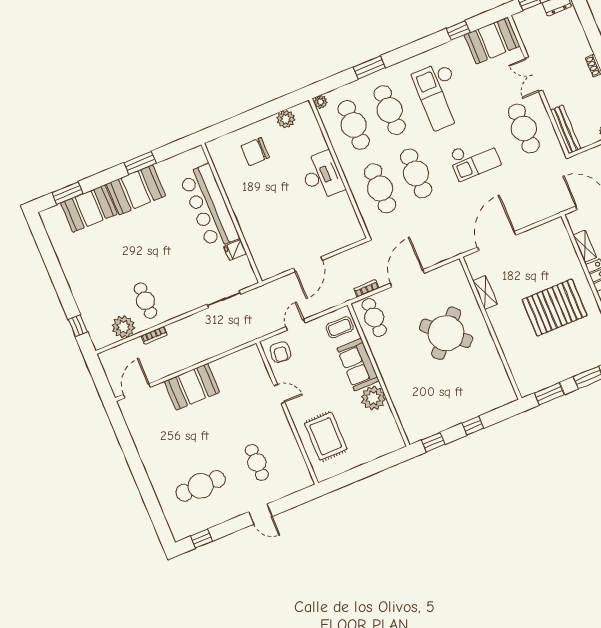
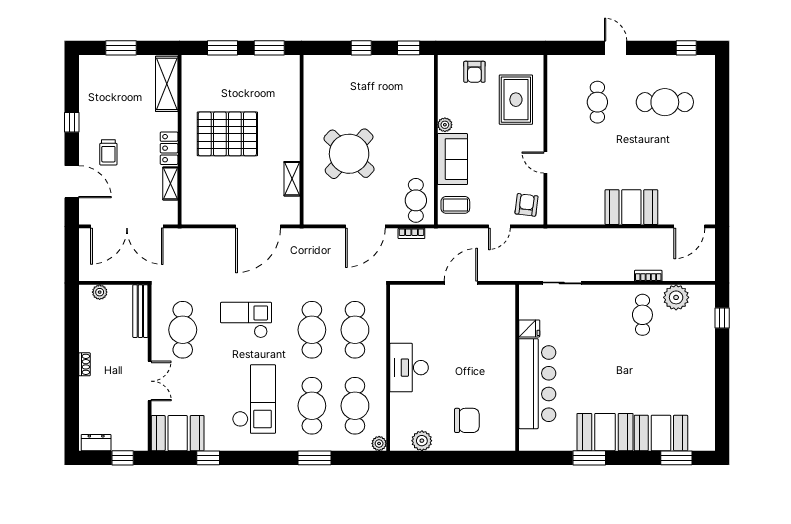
plant: (373, 398) -> (445, 125), width x0.53, depth x0.53
armchair: (370, 445) -> (474, 72), added

